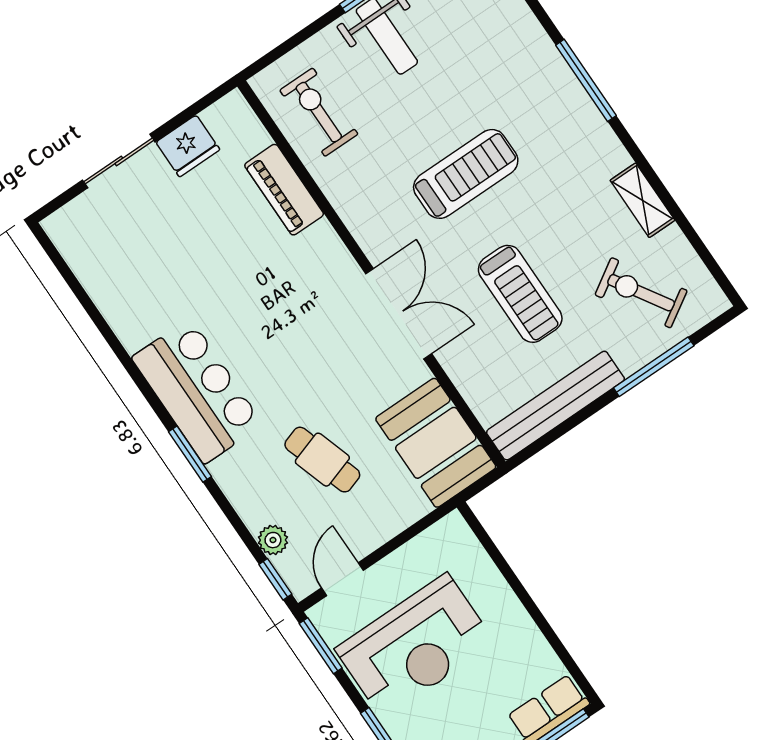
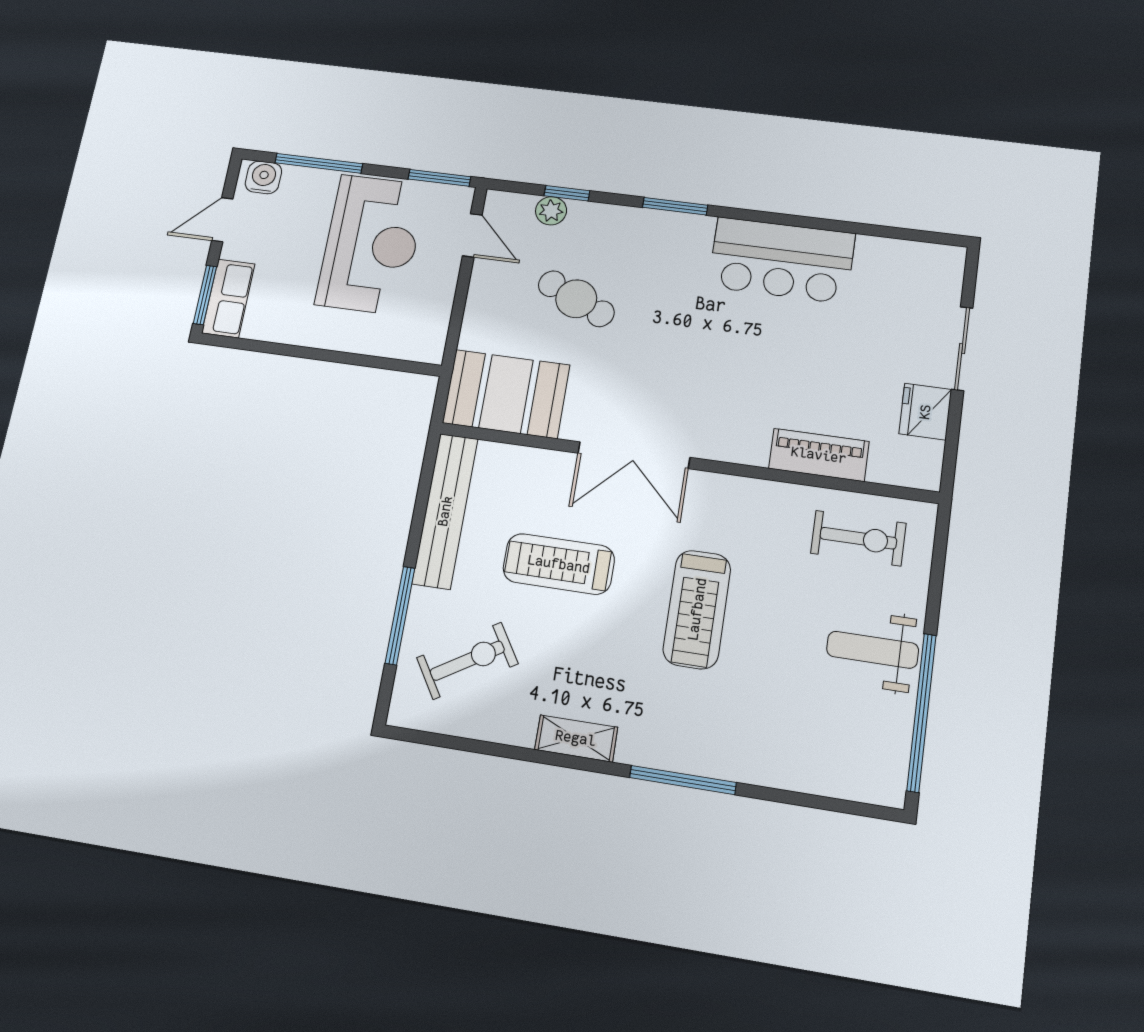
shelving: (642, 200) -> (576, 738), moved
bar counter: (197, 391) -> (782, 260), moved
cafe table: (322, 460) -> (576, 299), turned 43
window: (275, 579) -> (567, 193), moved
reception desk: (415, 646) -> (371, 244), turned 180

